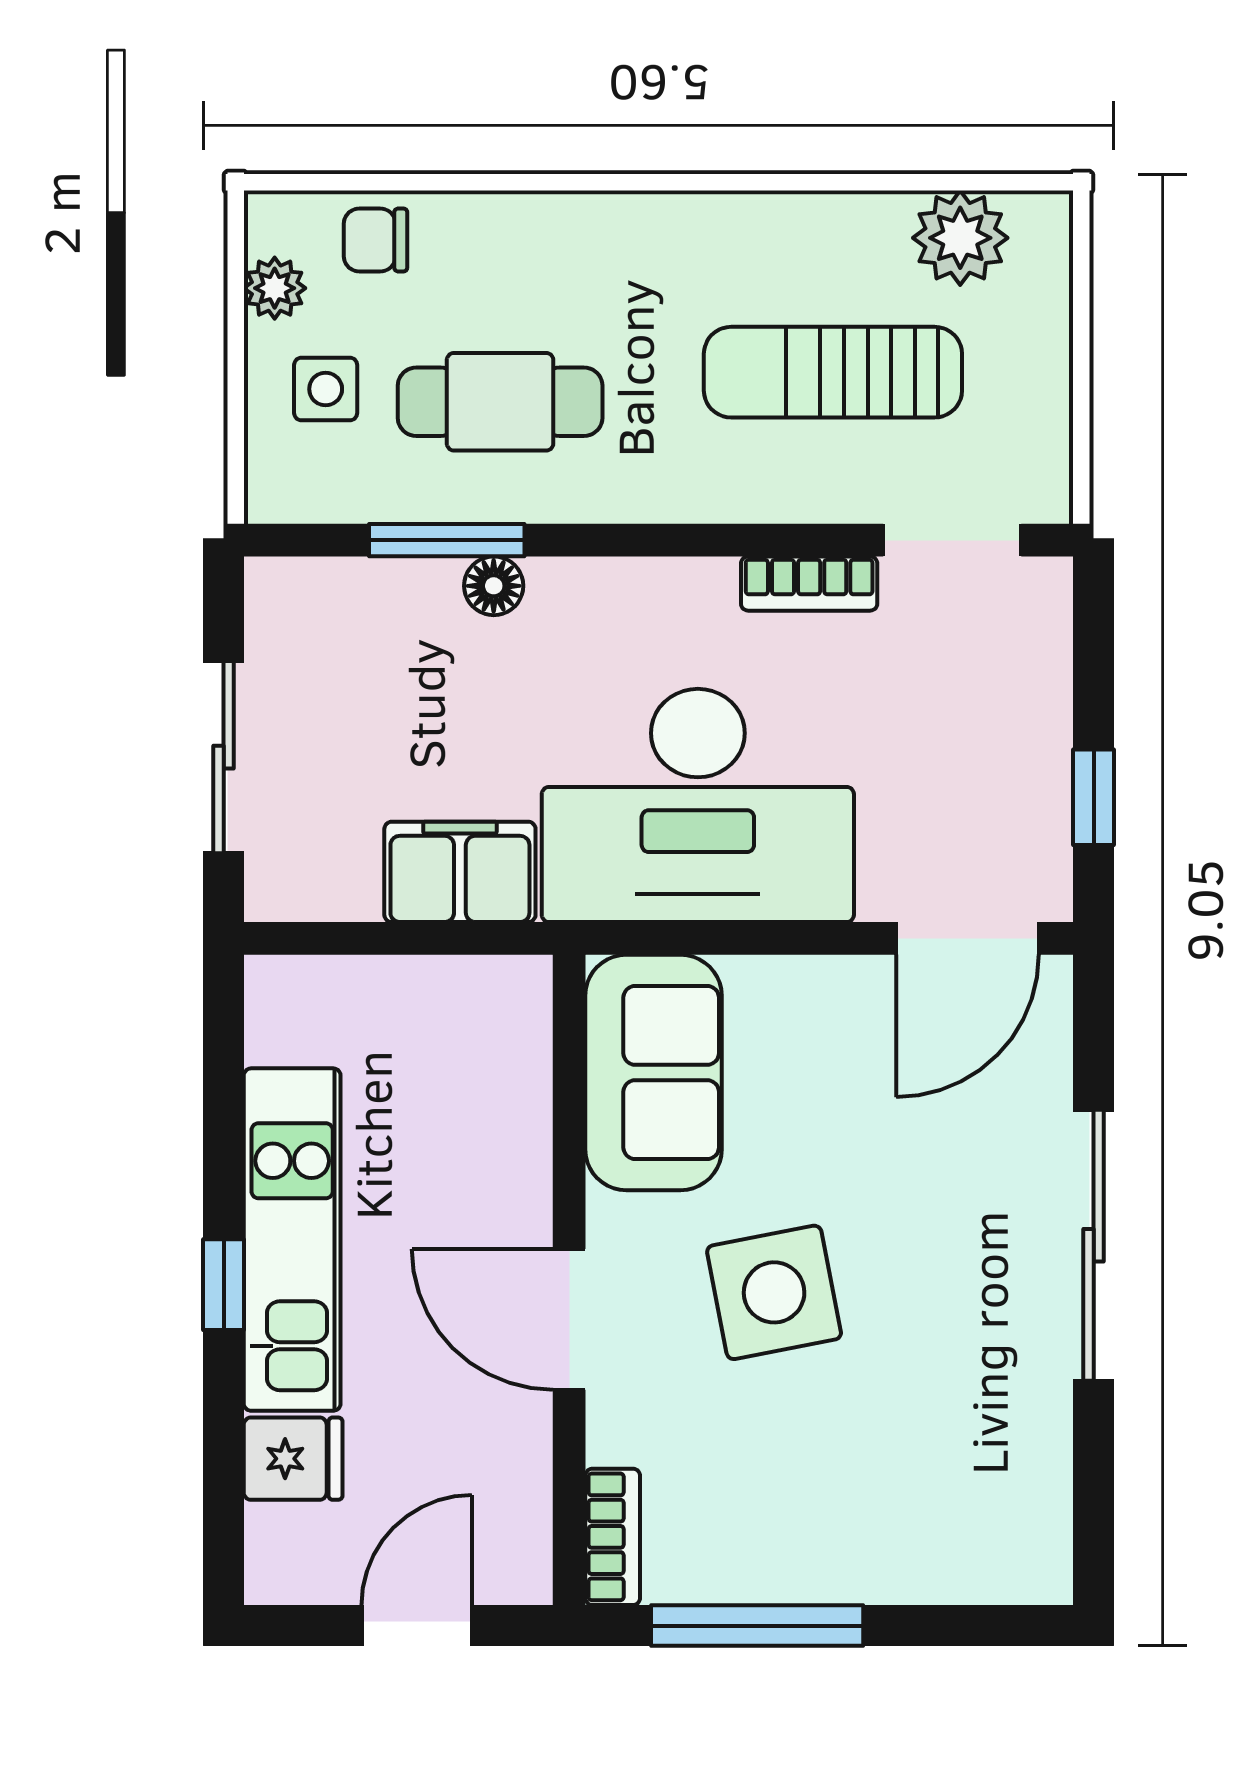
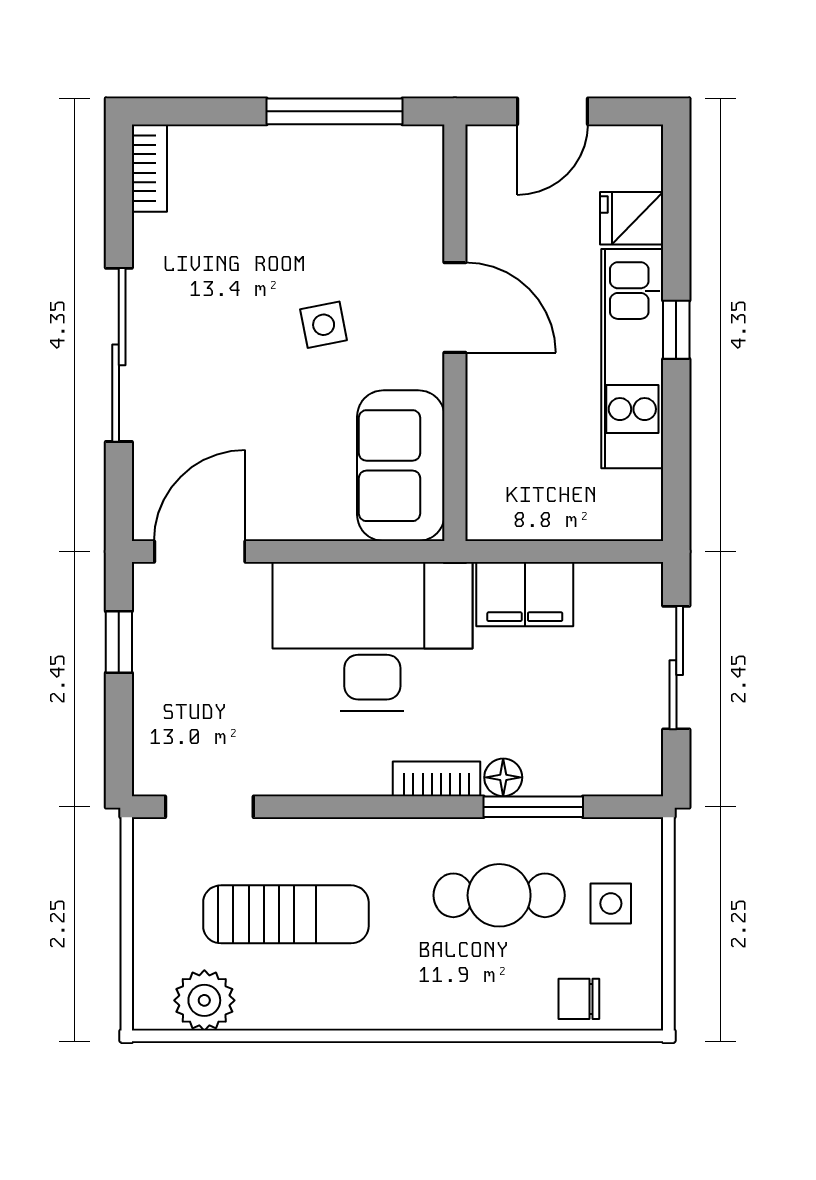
chair: (375, 240) -> (579, 999), turned 180
plant: (275, 288) -> (644, 968), removed
bookcase: (809, 584) -> (437, 779), moved
side table: (774, 1292) -> (324, 325), width x0.54, depth x0.54
bookcase: (613, 1537) -> (149, 168), moved, turned 180

